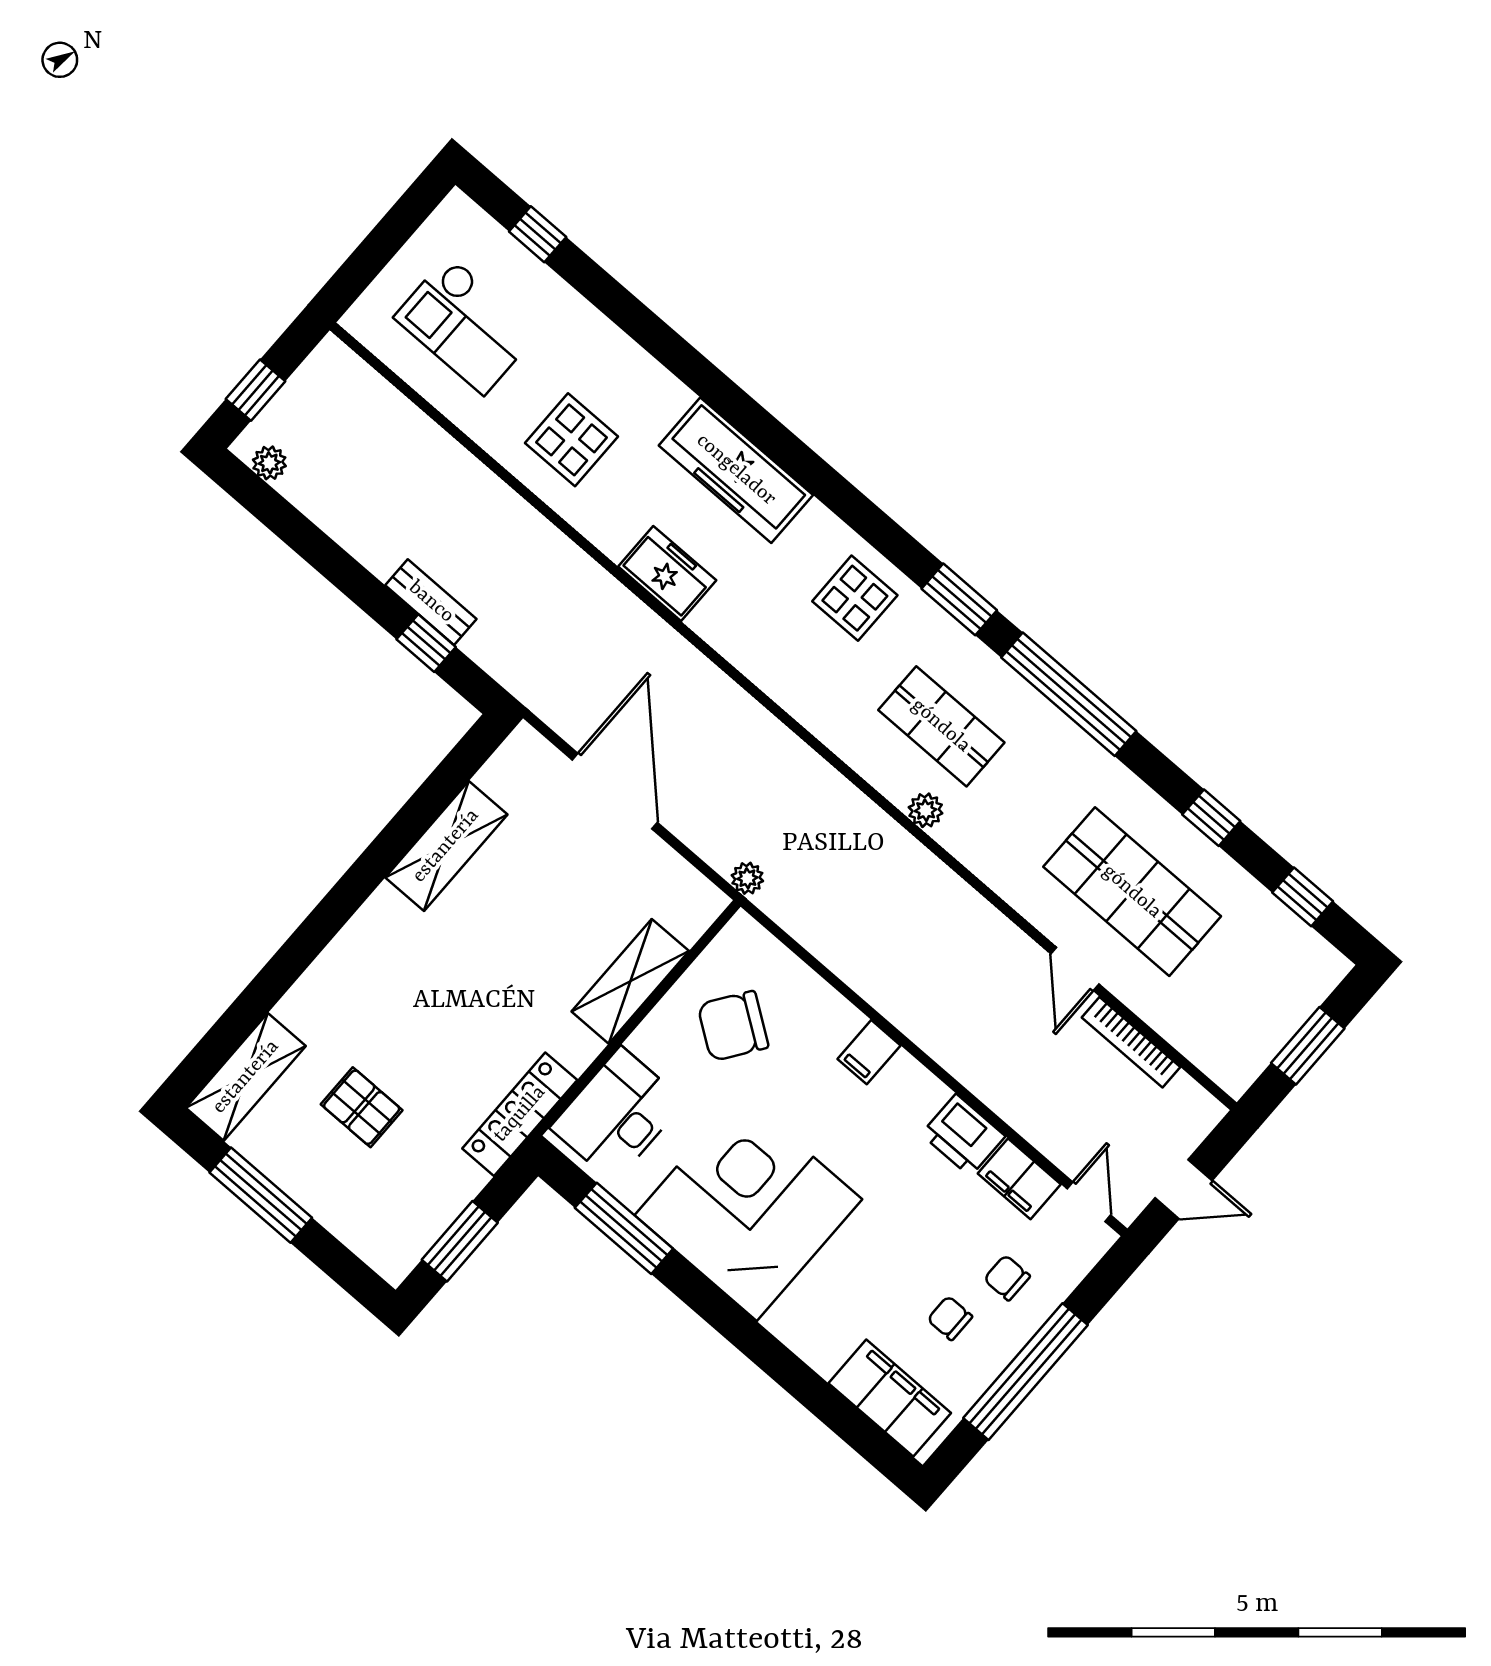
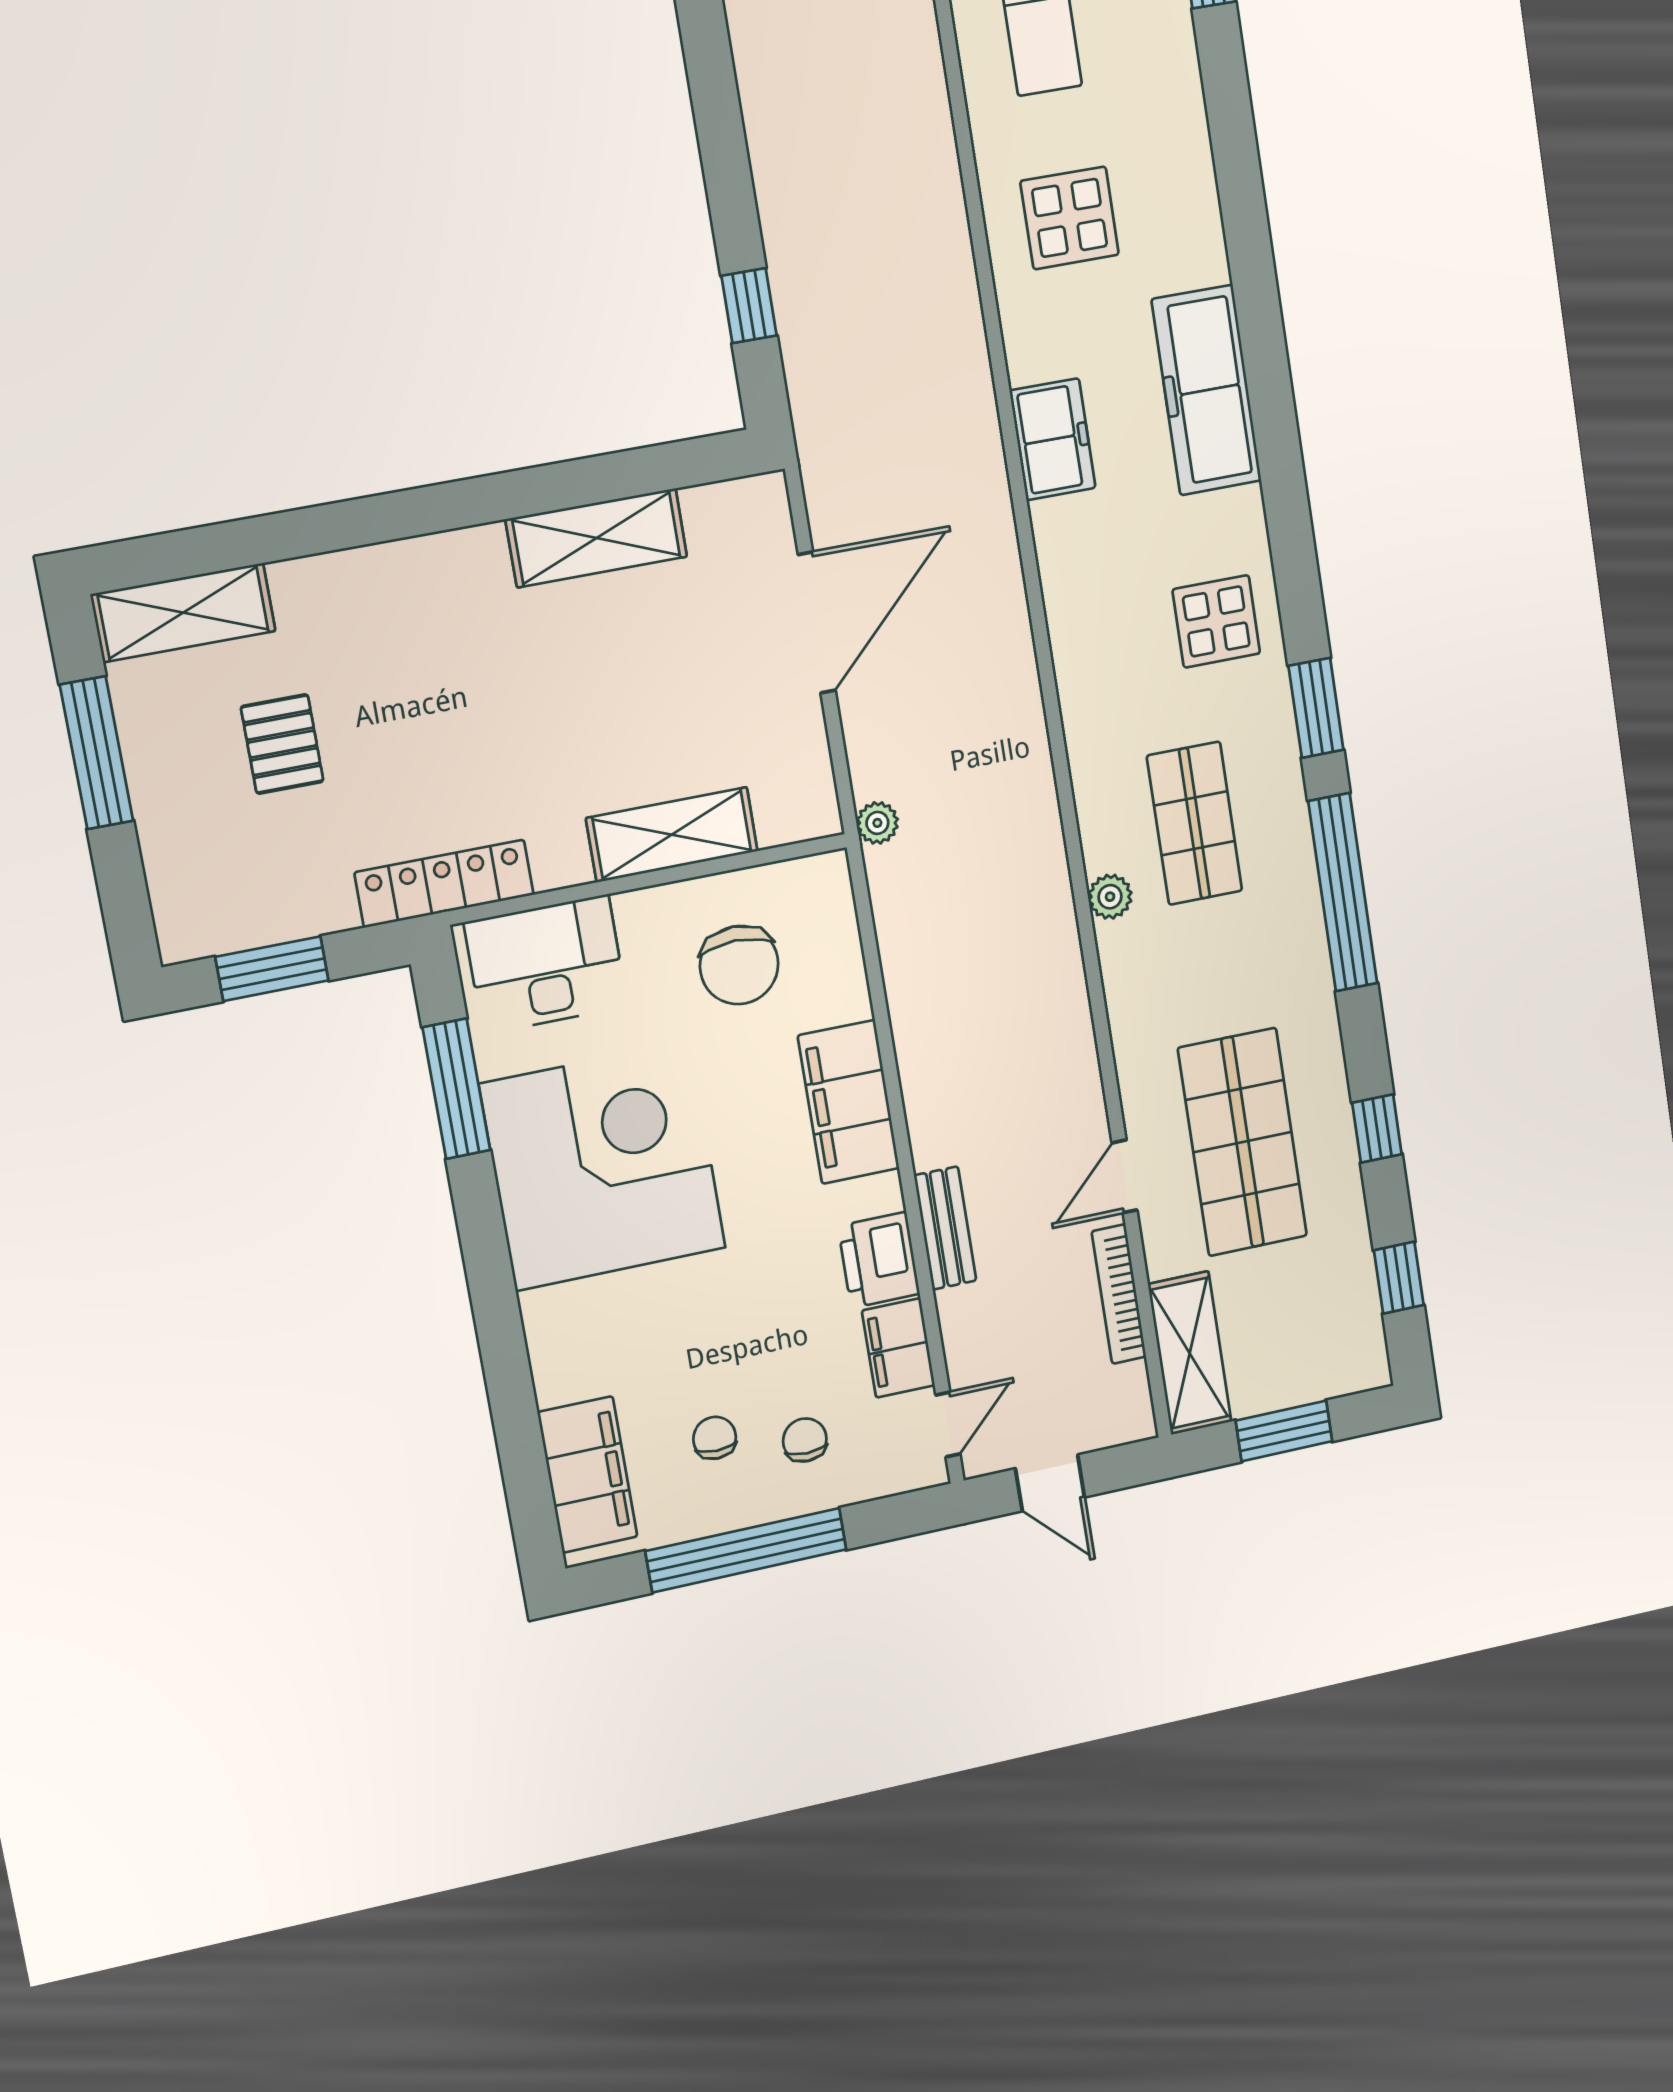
bench: (431, 602) -> (945, 1228), moved
chair: (733, 1026) -> (739, 965), turned -125
shelving: (1206, 1044) -> (1190, 1353), added
filing cabinet: (869, 1052) -> (849, 1102), width x3.00, depth x1.17

